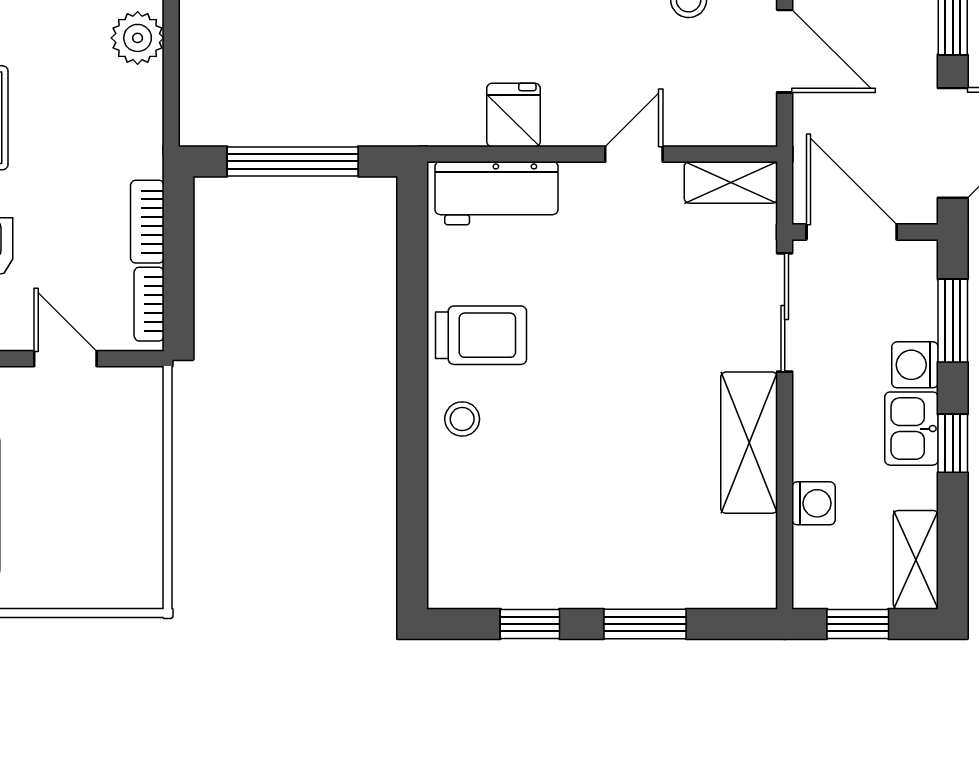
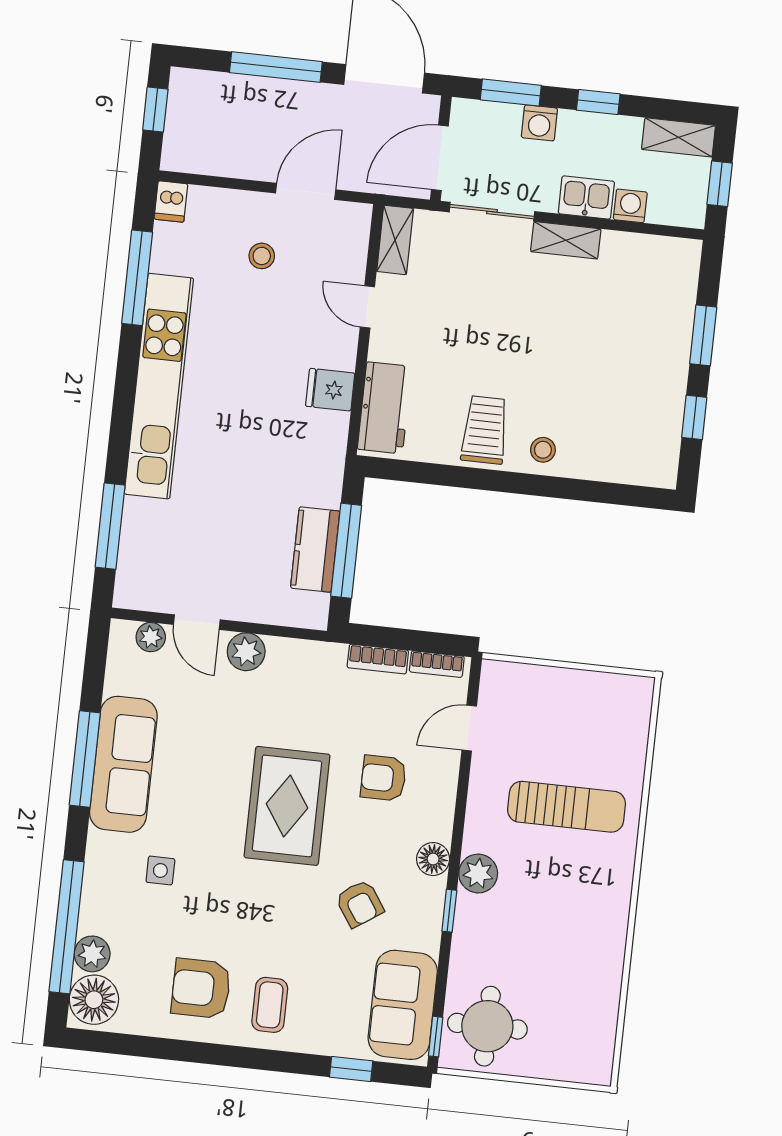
kitchen counter: (290, 118) -> (315, 550), added
kitchen sink: (911, 429) -> (586, 197), moved, turned 180
shelving: (749, 443) -> (566, 240), width x0.67, depth x0.75

